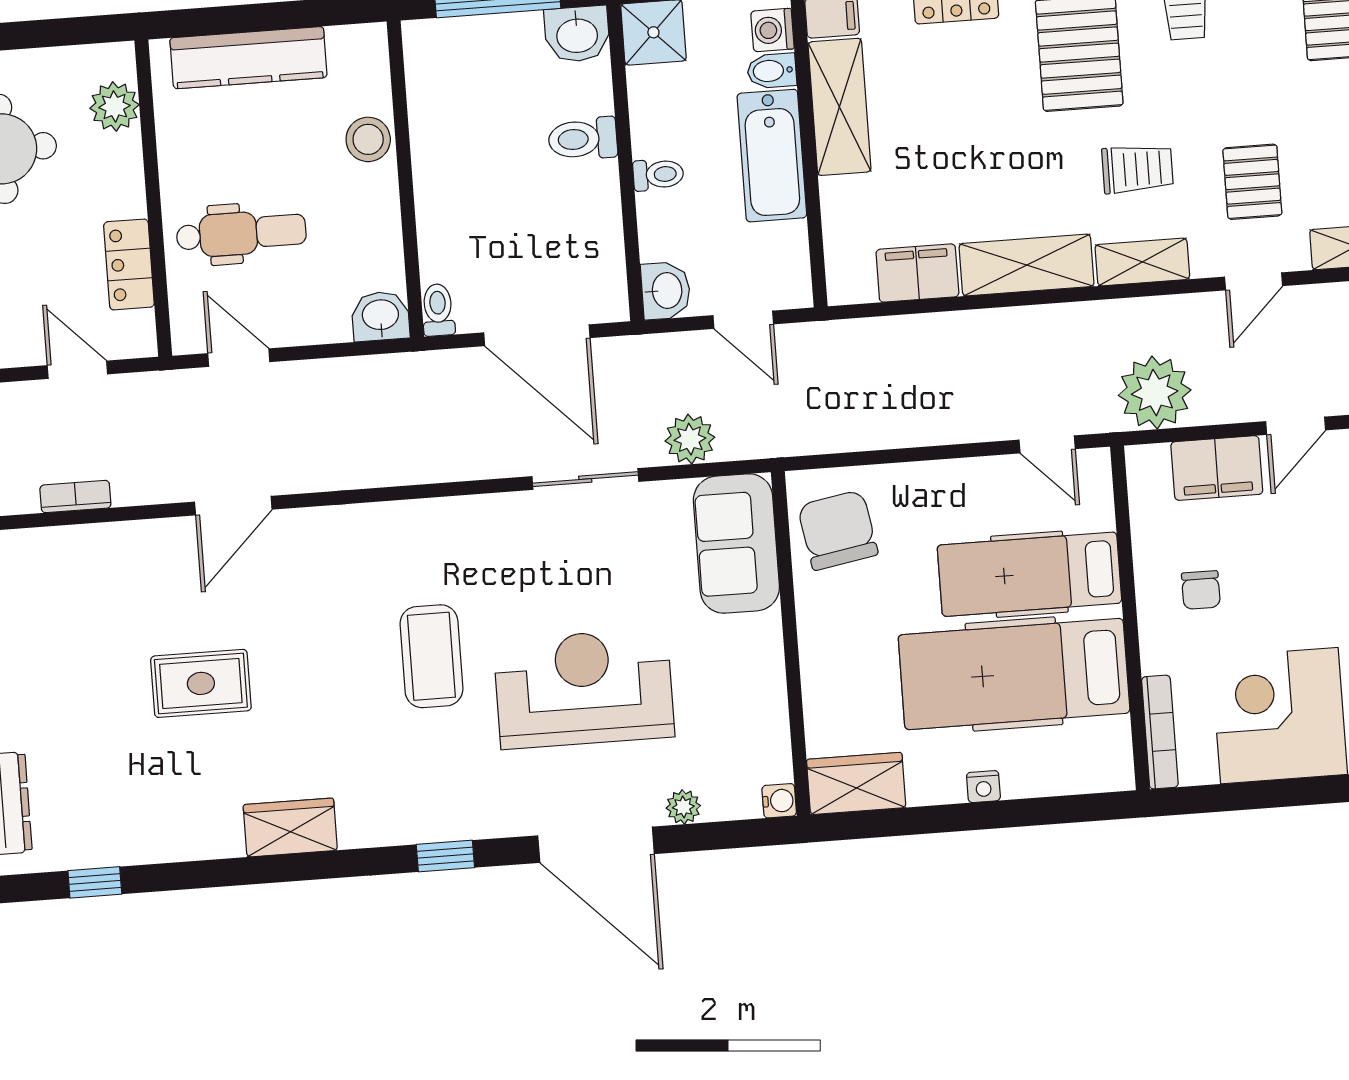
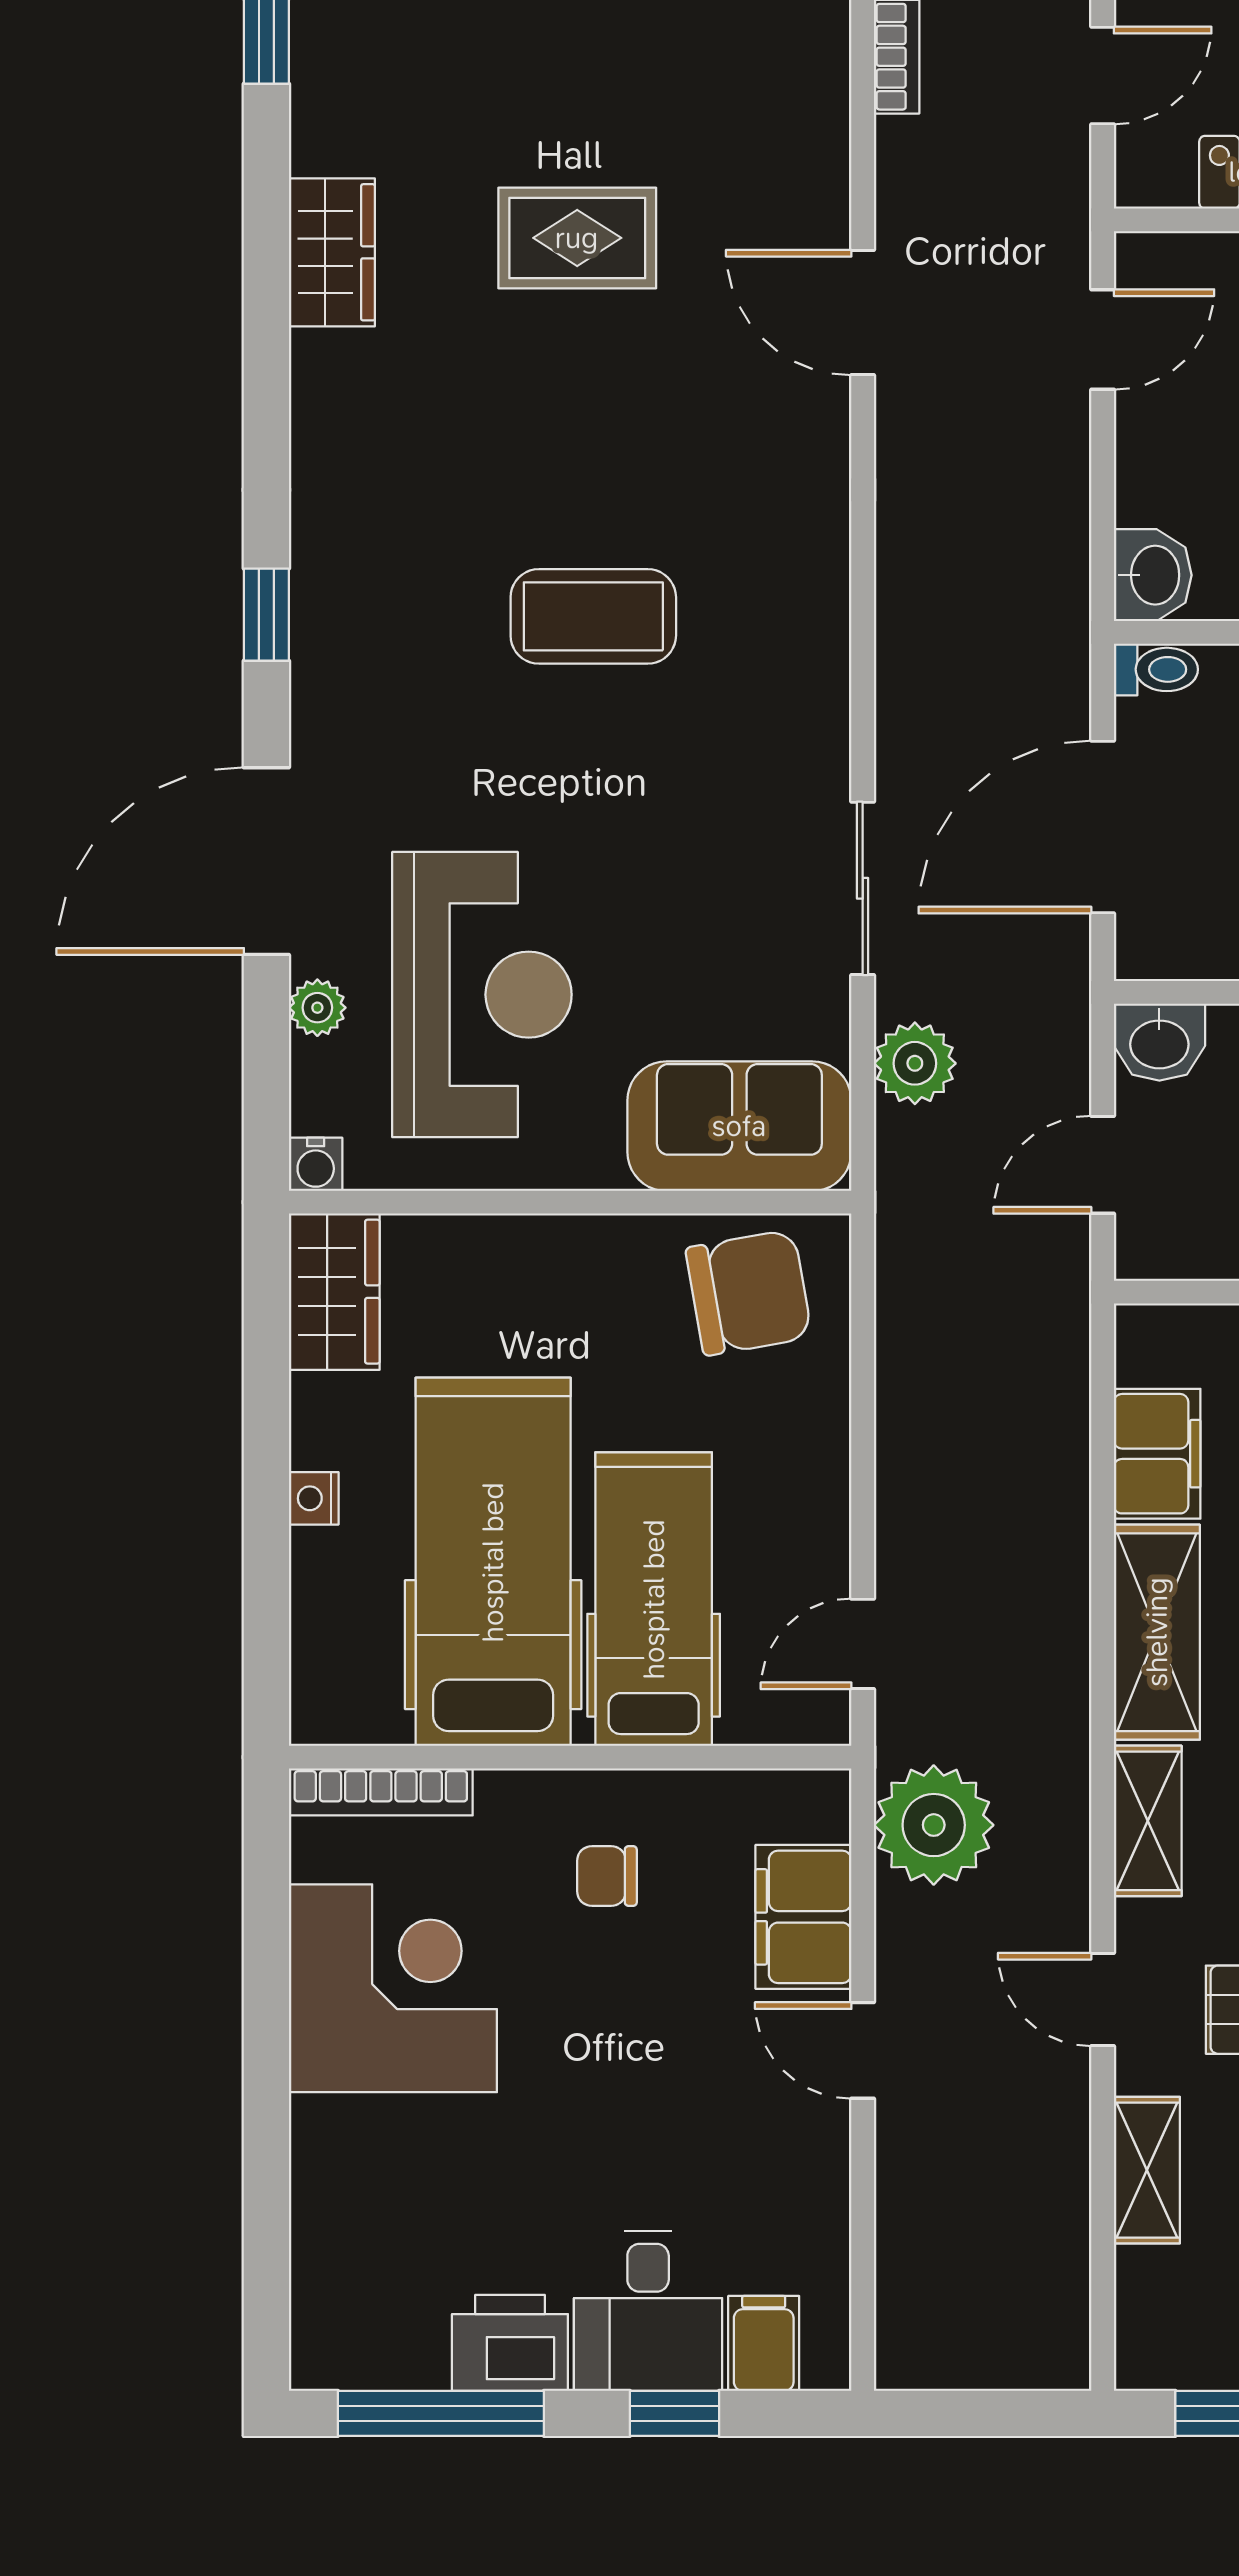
rug: (201, 683) -> (577, 238), turned 90
reception desk: (584, 689) -> (482, 995), moved
wardrobe: (290, 828) -> (332, 252), moved

